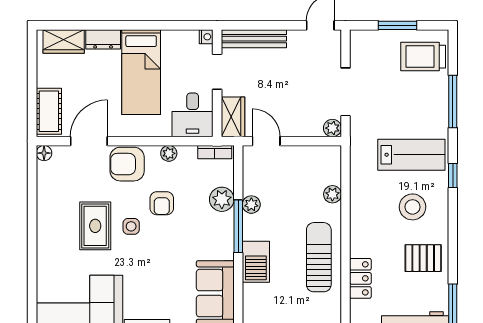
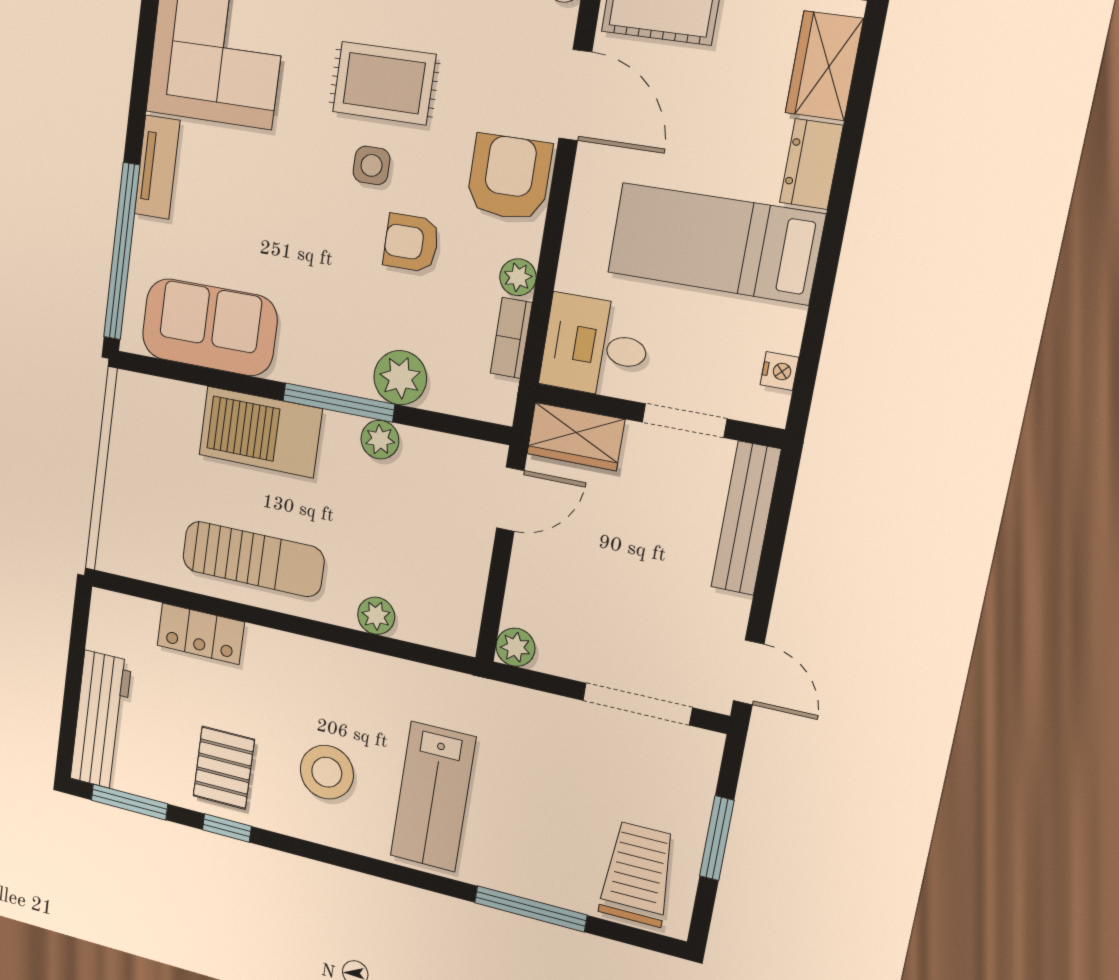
nightstand: (206, 37) -> (779, 371), moved, turned -90
doorway: (345, 92) -> (637, 704), moved
bookcase: (215, 152) -> (511, 338), moved
window: (453, 175) -> (227, 828), moved
barbecue: (256, 262) -> (260, 432), width x1.37, depth x1.21

